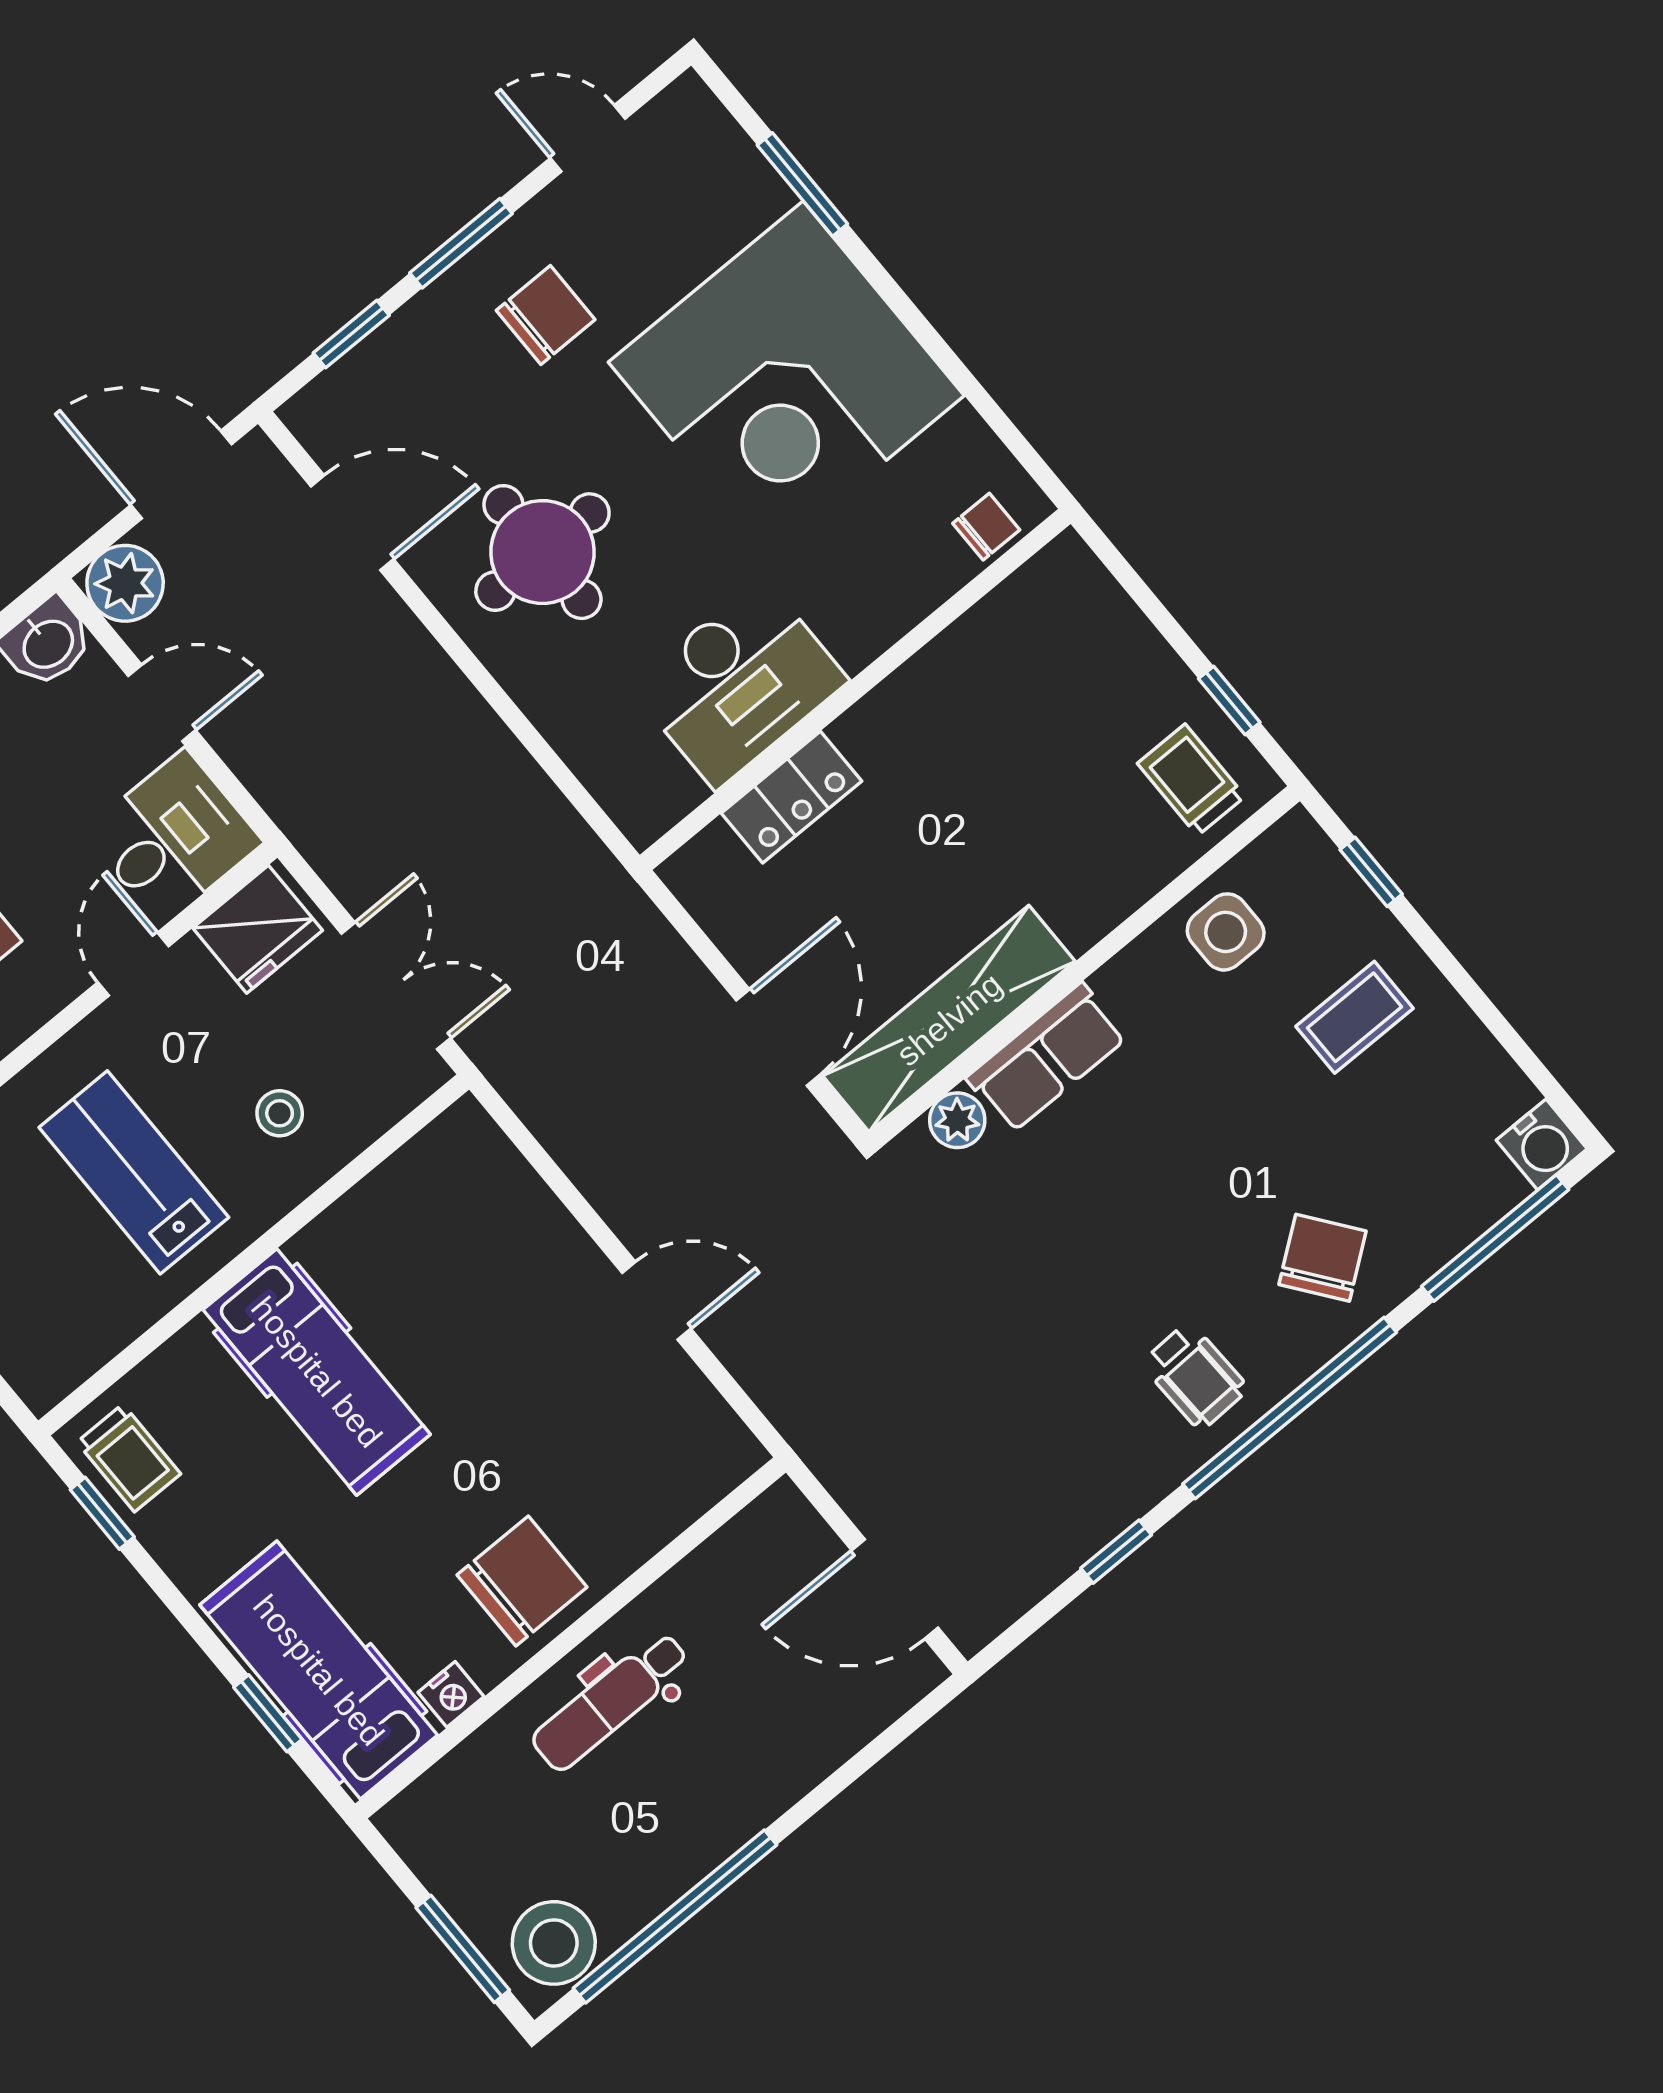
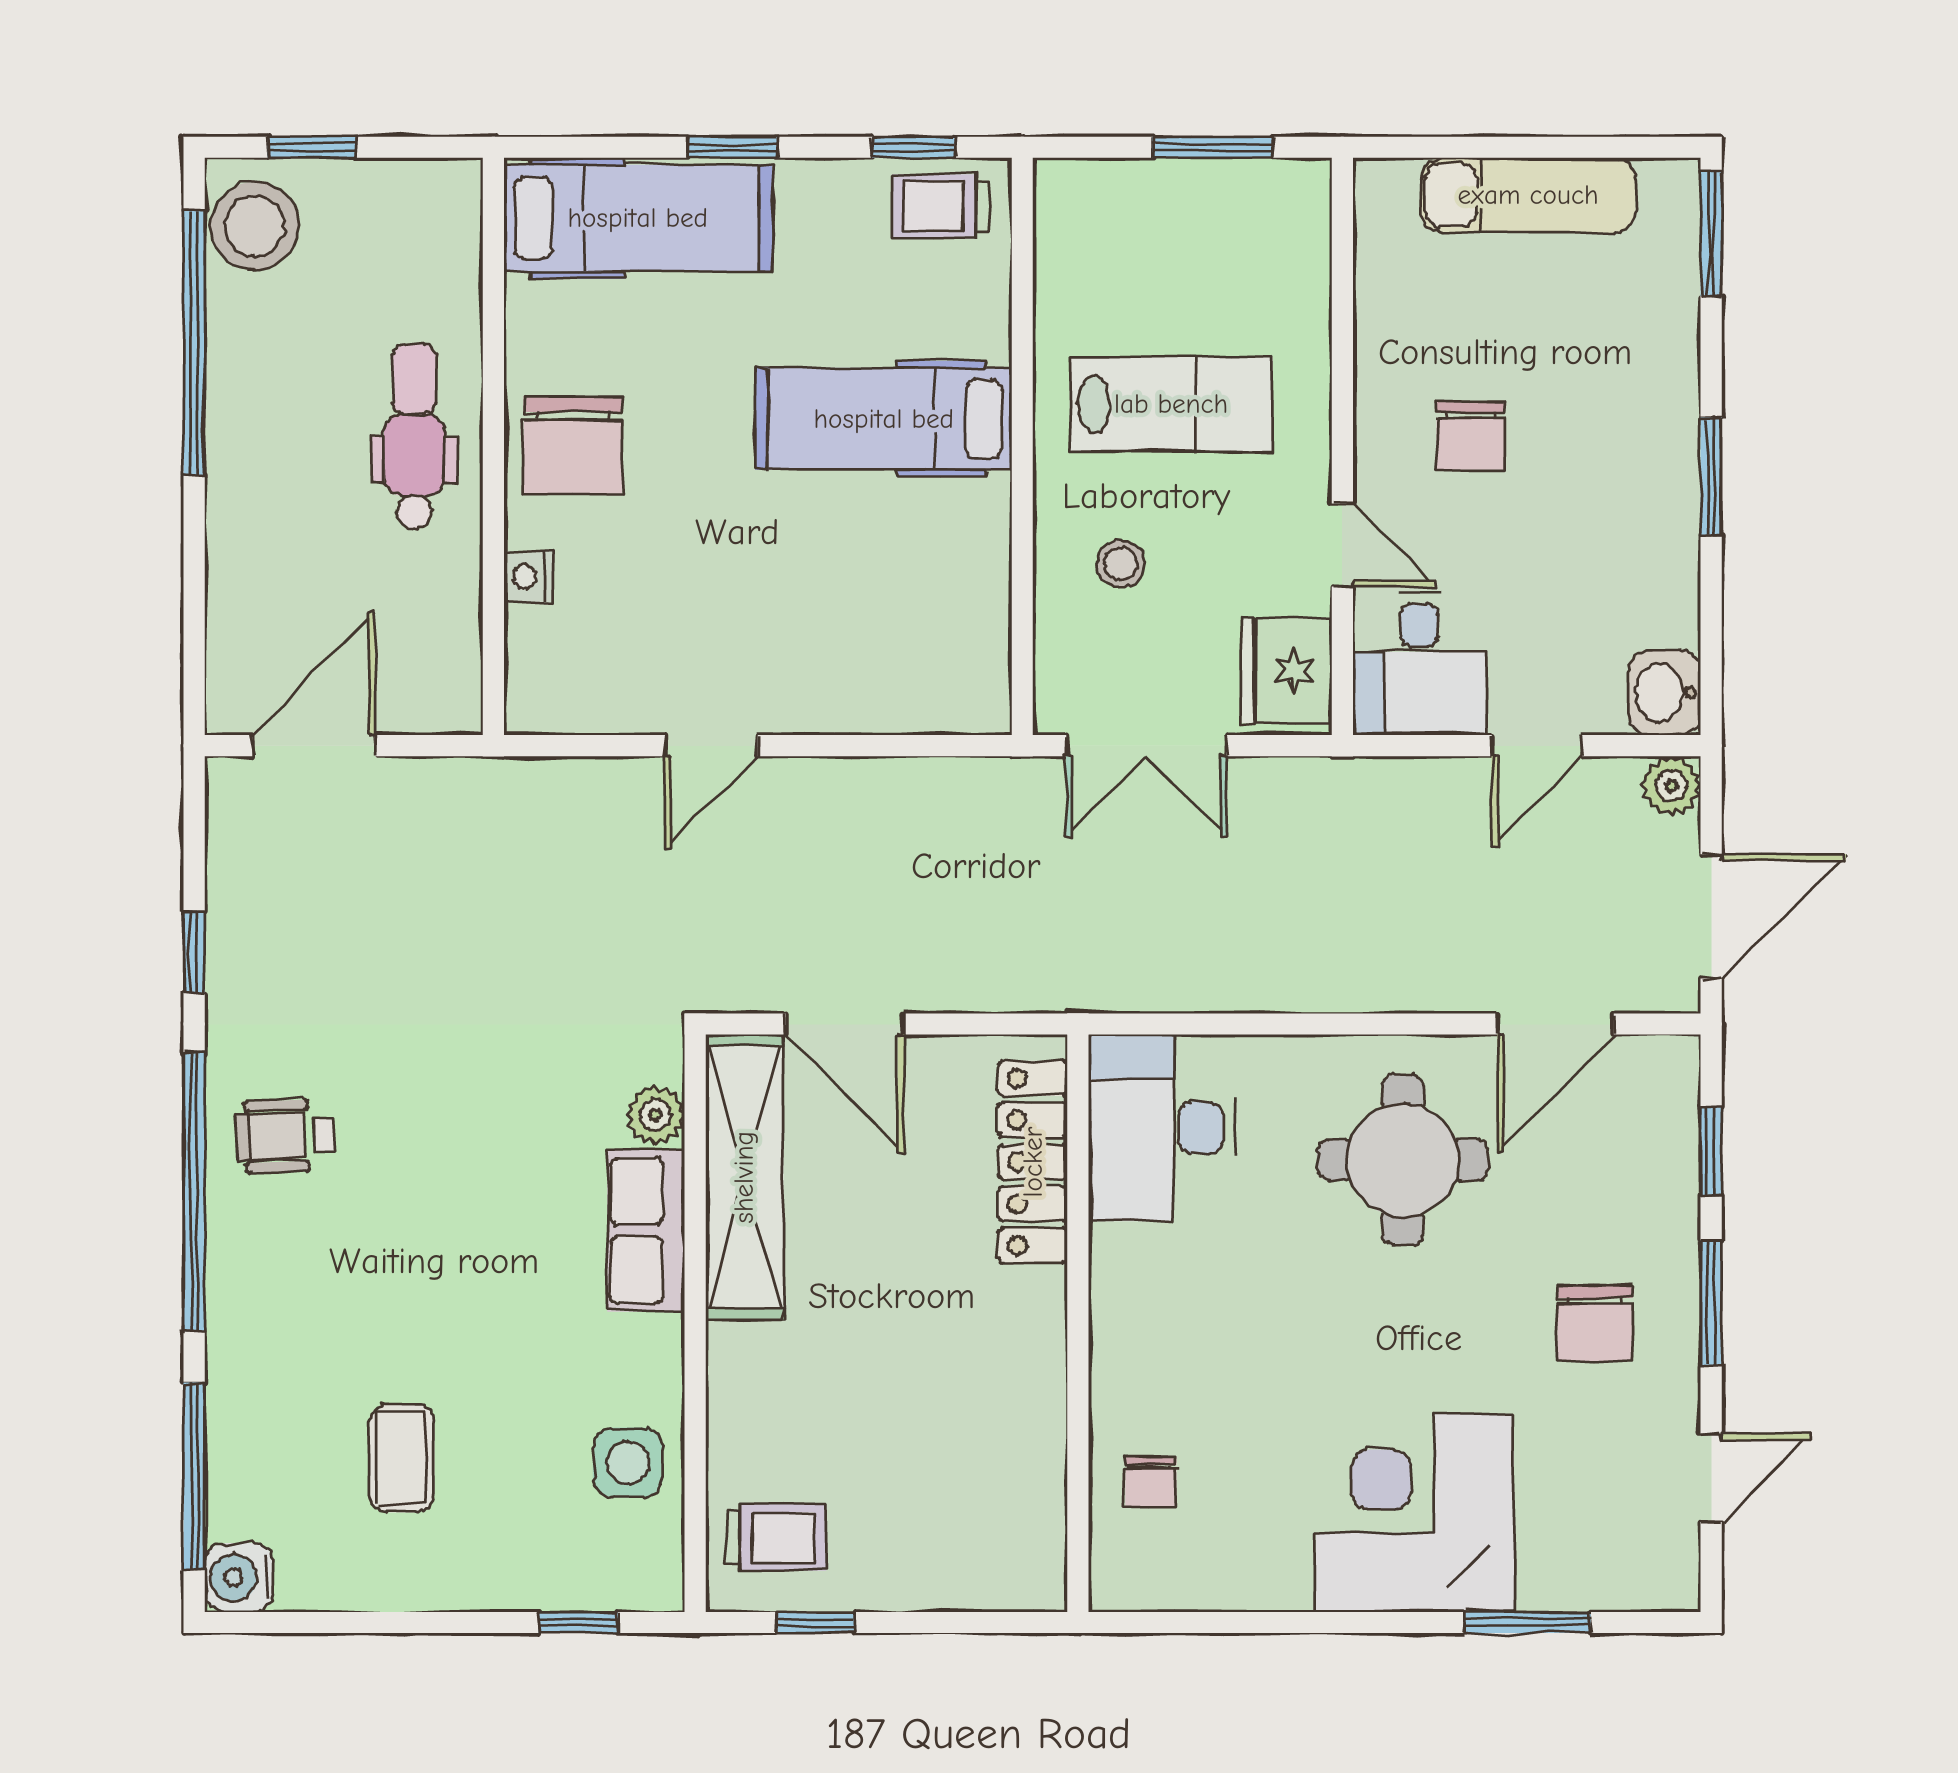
corner desk: (786, 379) -> (1415, 1513), width x0.74, depth x0.74
chair: (986, 527) -> (1151, 1482), moved
plant: (125, 583) -> (1671, 786), width x0.73, depth x0.73
desk: (739, 683) -> (1162, 1128), moved
locker: (791, 797) -> (1033, 1162), width x1.53
coffee table: (1355, 1017) -> (402, 1458), moved
chair: (1323, 1258) -> (295, 1321), removed
nightstand: (451, 1694) -> (528, 577), moved
window: (268, 1713) -> (732, 147), moved
window: (463, 1949) -> (312, 147), width x0.67

